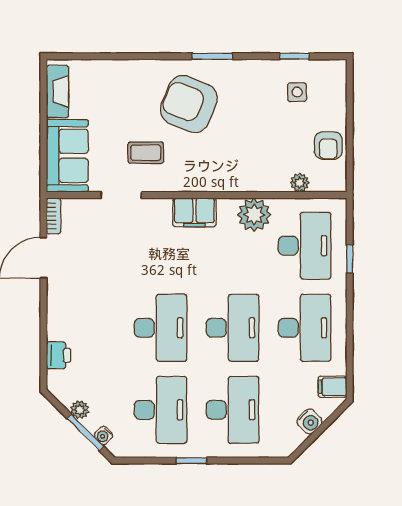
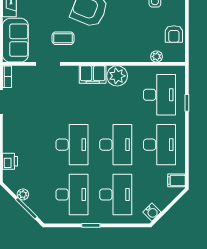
plant: (254, 215) -> (117, 76), moved
water cooler: (309, 421) -> (152, 212), moved
water cooler: (103, 435) -> (37, 210), removed

